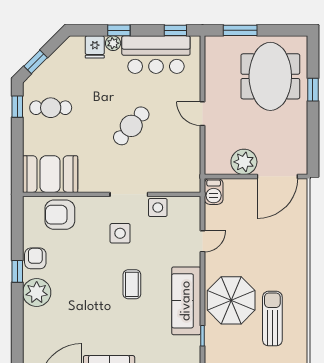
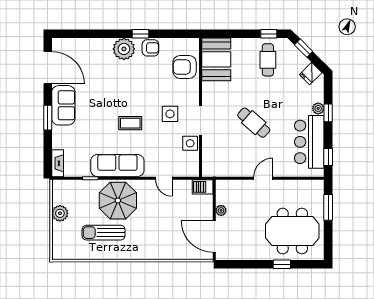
fridge: (95, 47) -> (311, 74), moved, turned -45
plant: (244, 162) -> (221, 210), width x0.53, depth x0.53
armchair: (60, 215) -> (185, 67), turned -90
sun lounger: (272, 319) -> (104, 233), turned 180

